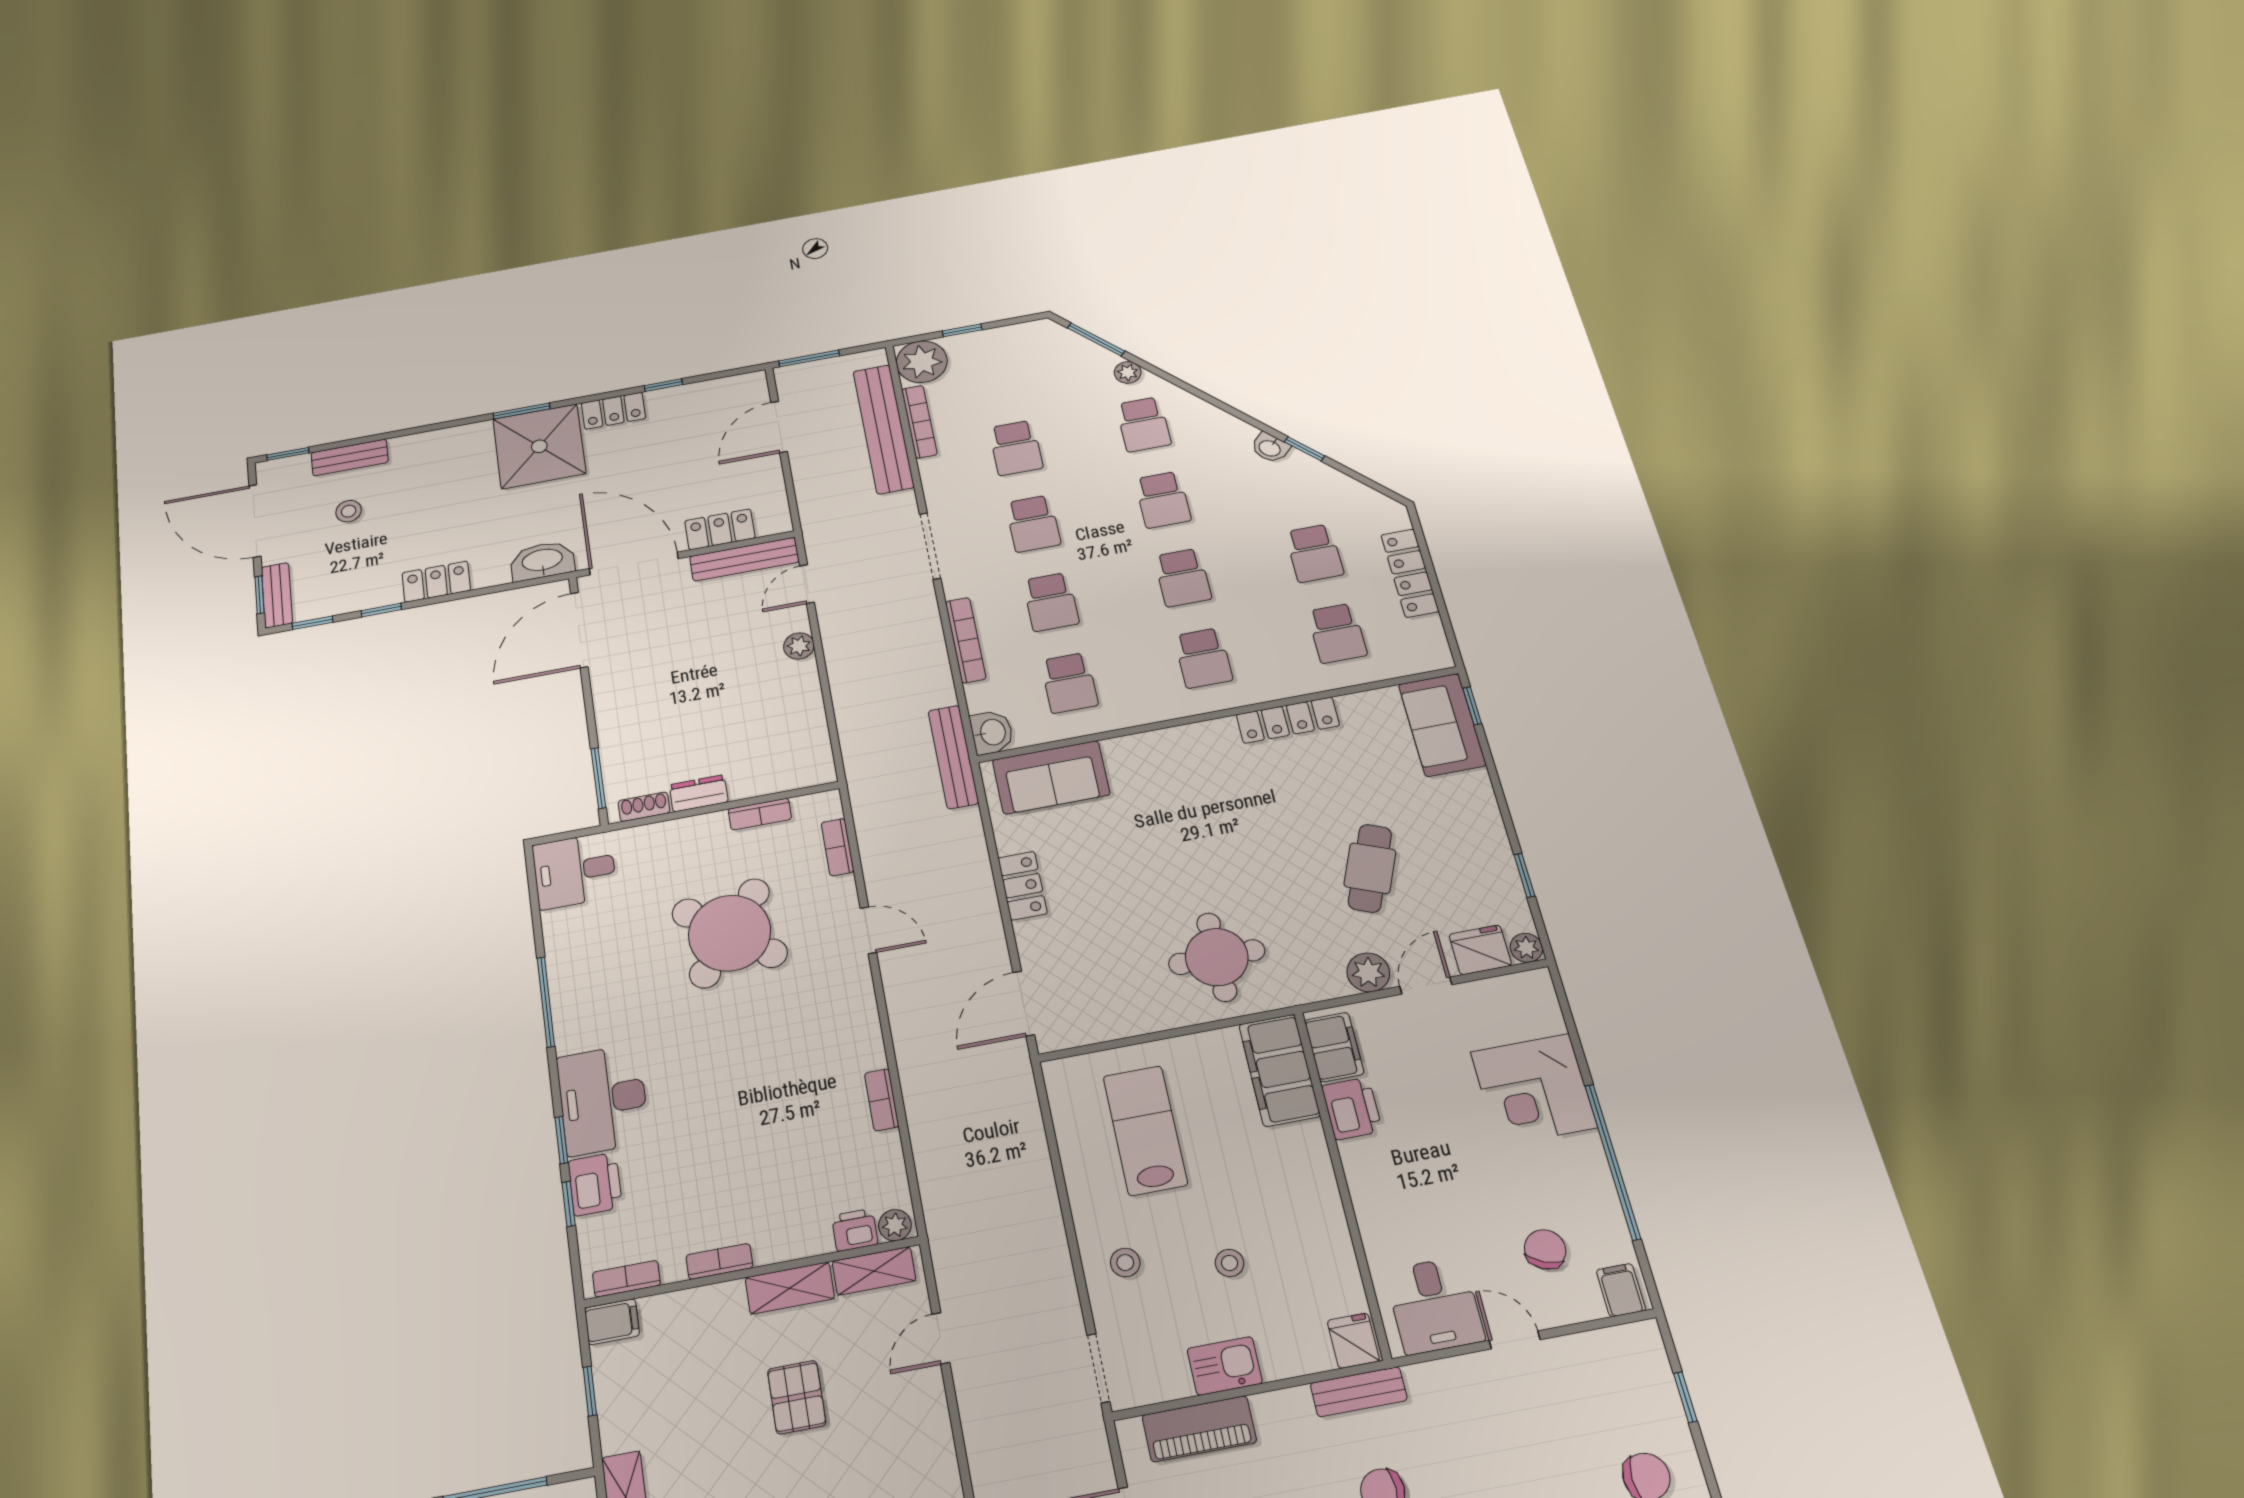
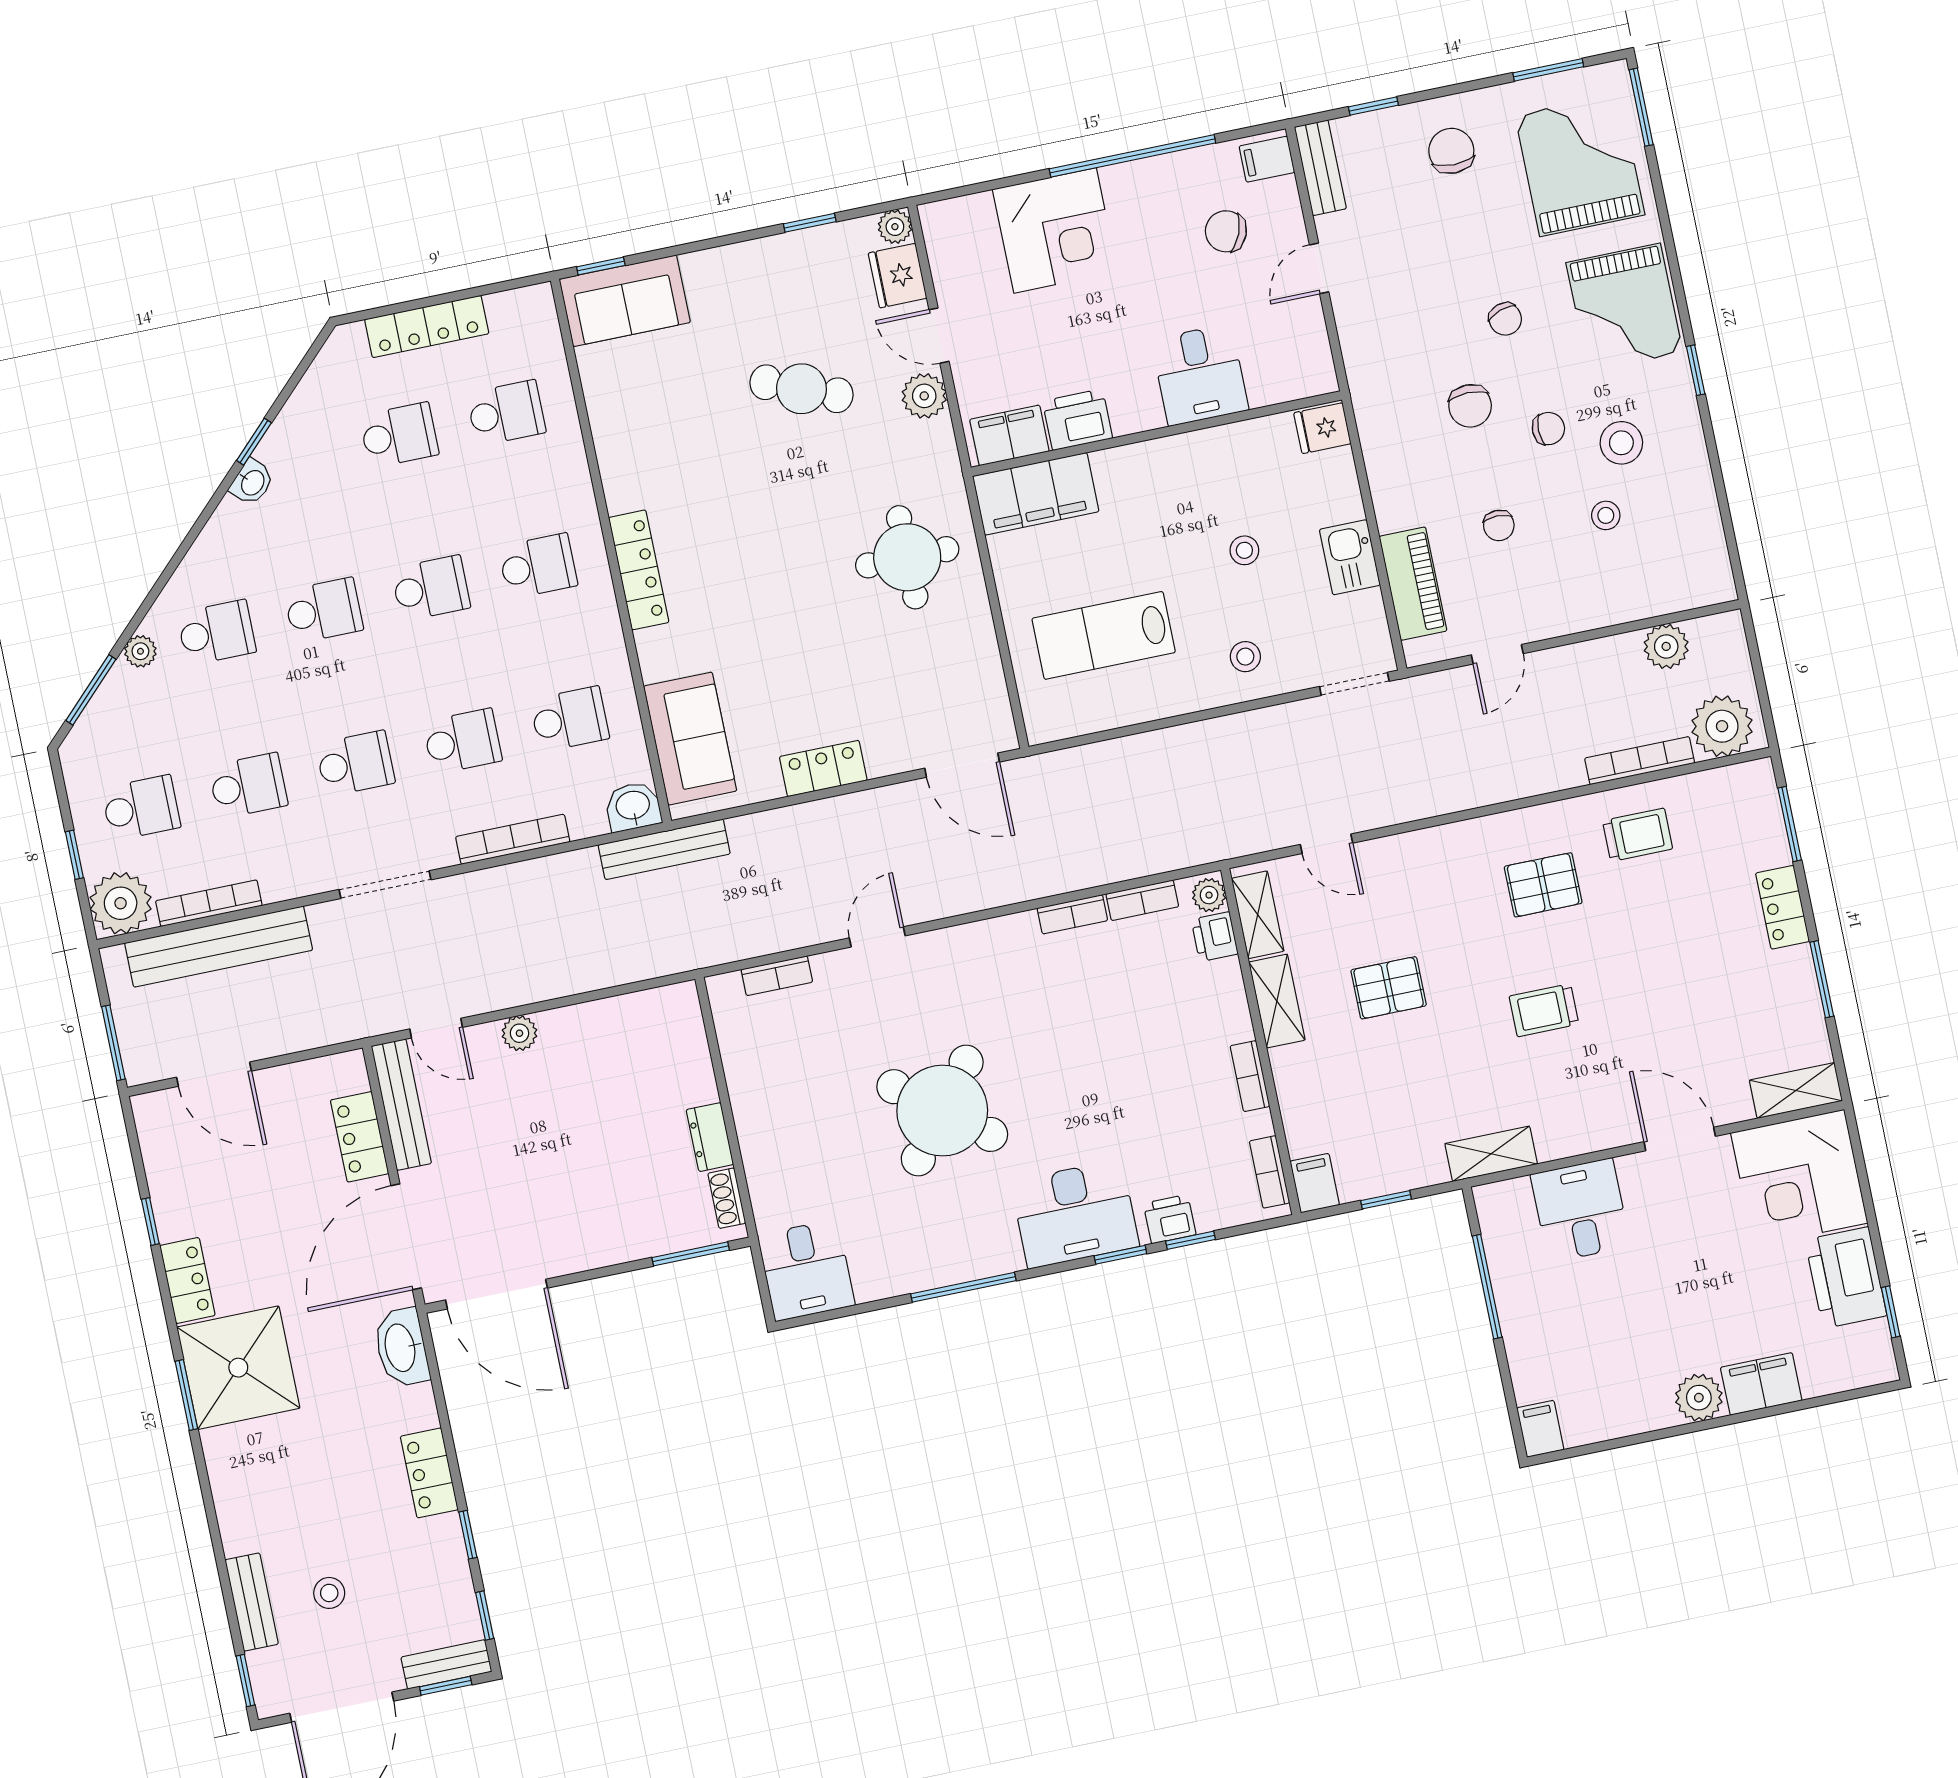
school desk: (999, 374) -> (141, 808), added
locker: (1288, 720) -> (639, 570), moved
bookcase: (760, 814) -> (1142, 900), moved, turned 90
round table: (730, 933) -> (942, 1111), moved
printer: (595, 1184) -> (1170, 1219), width x0.73, depth x0.81
desk: (1435, 1305) -> (1200, 375), moved, turned 90
bench: (1359, 1392) -> (1320, 168), moved

